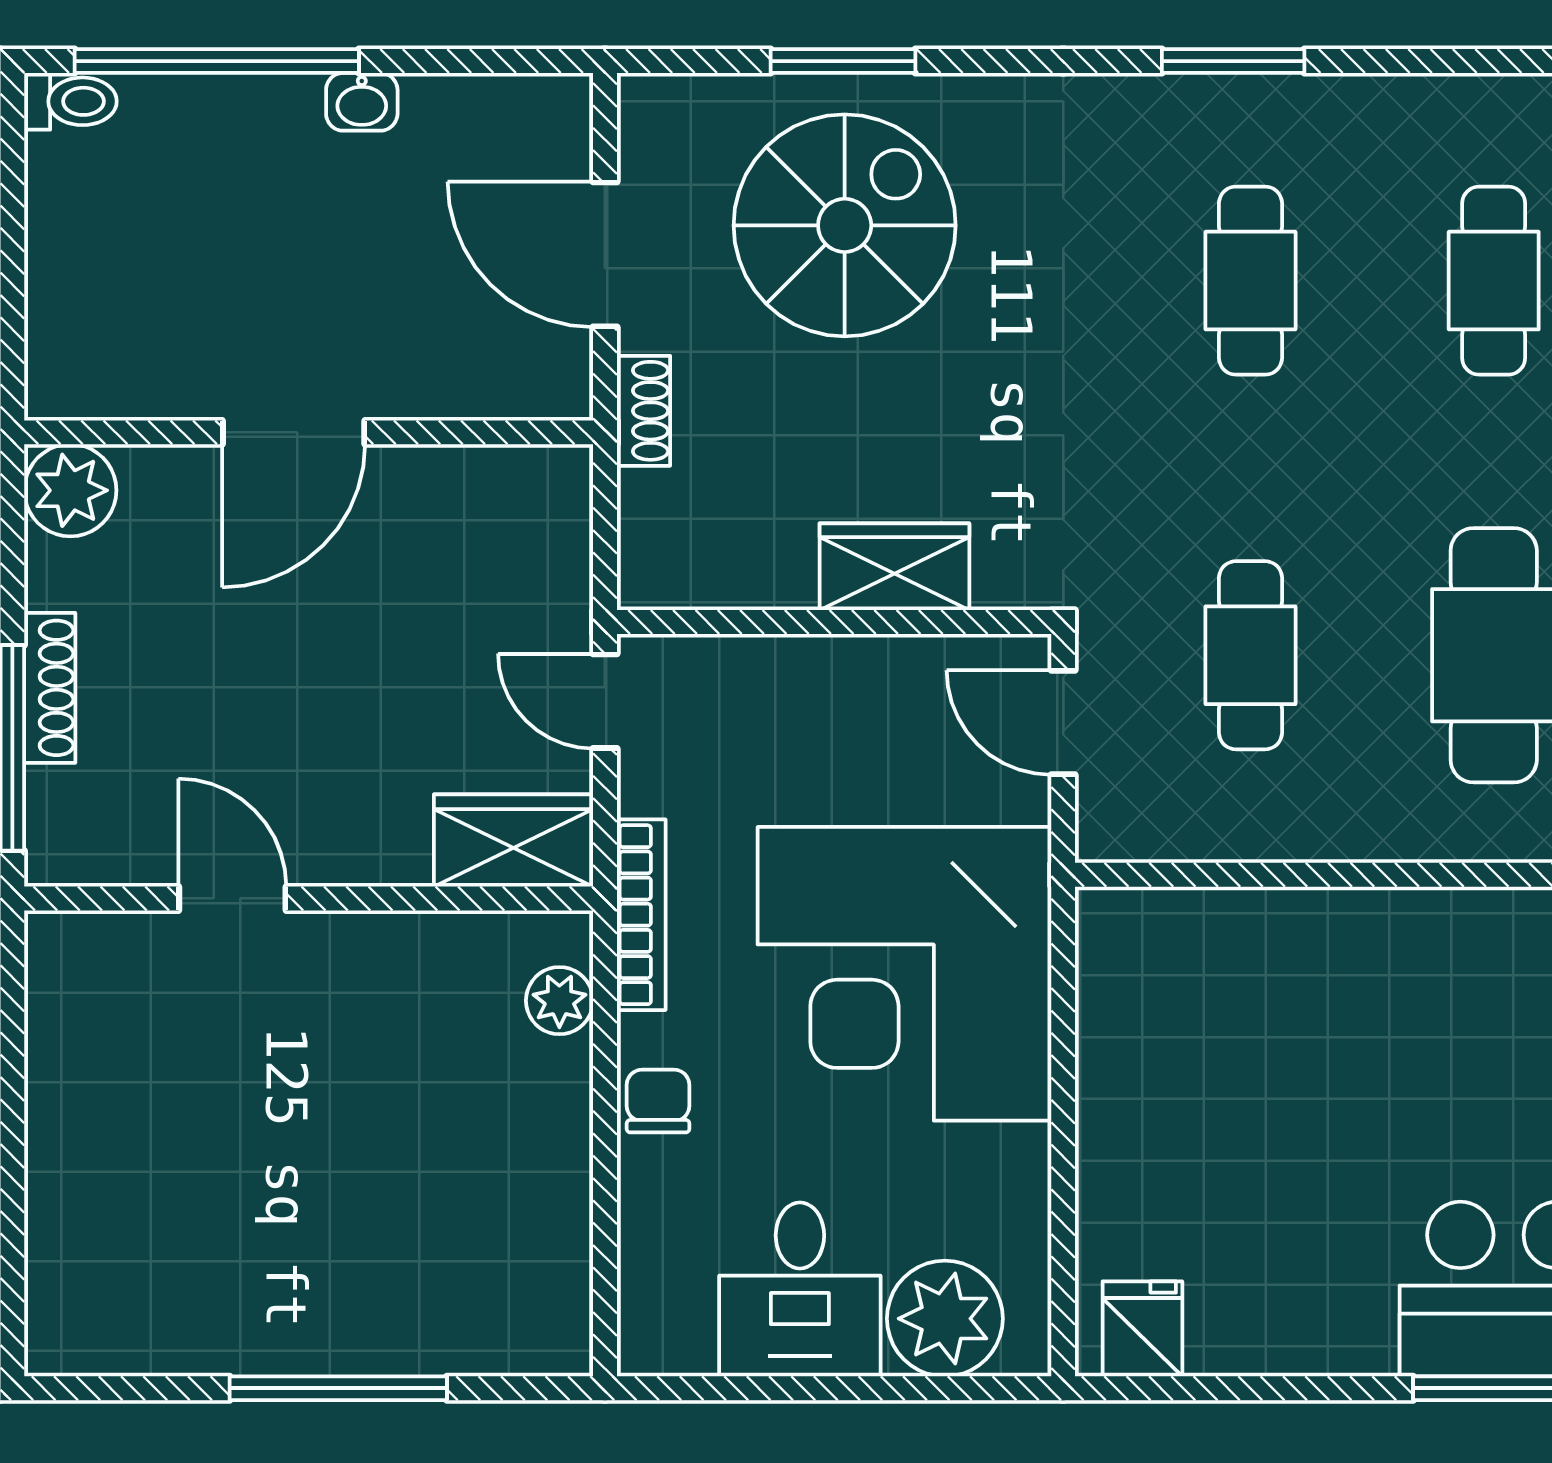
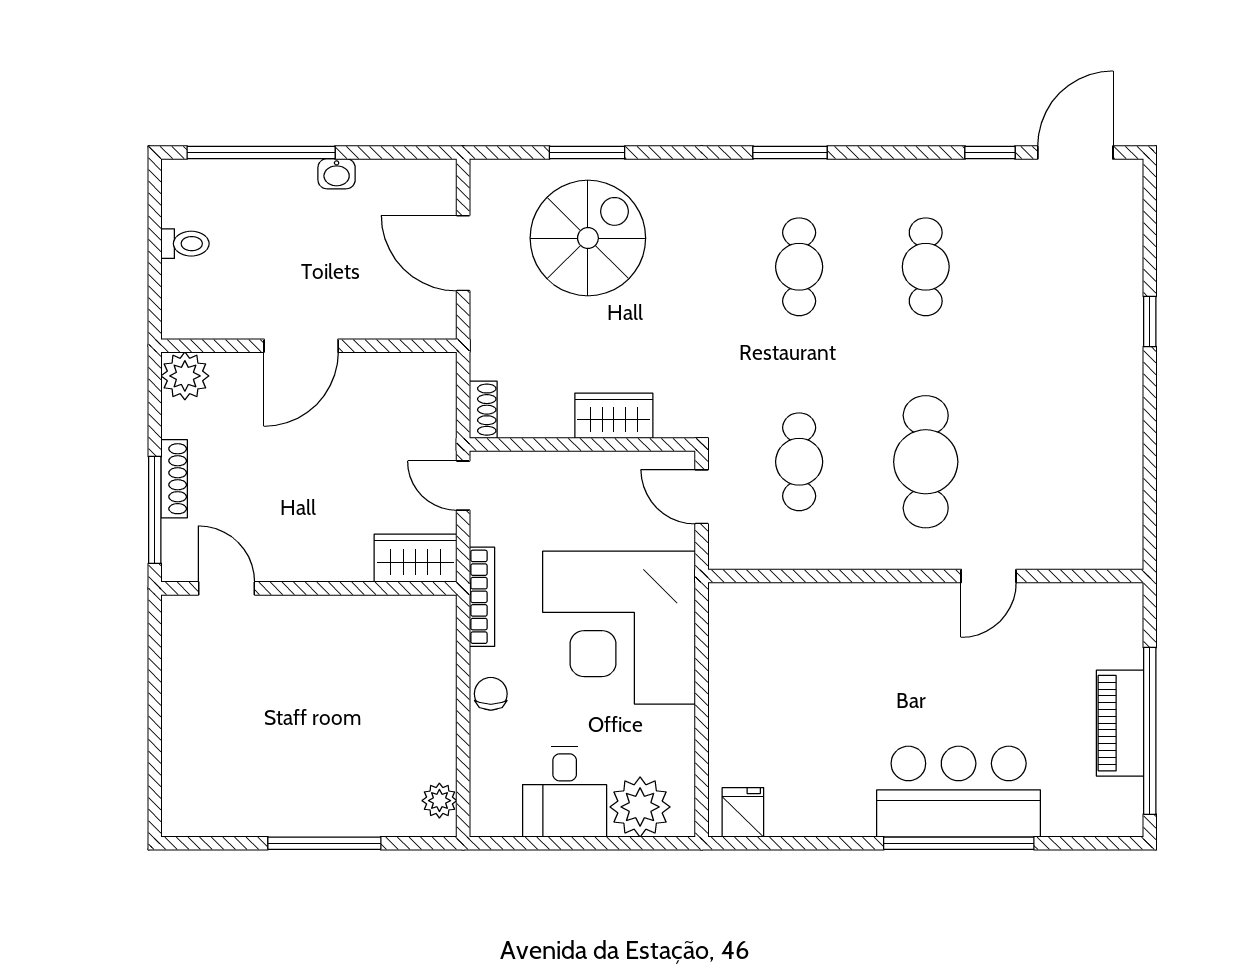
toilet: (70, 101) -> (185, 244), moved
shoe rack: (643, 411) -> (483, 410), moved
door: (232, 898) -> (227, 588), moved
plant: (559, 1001) -> (439, 801), moved

